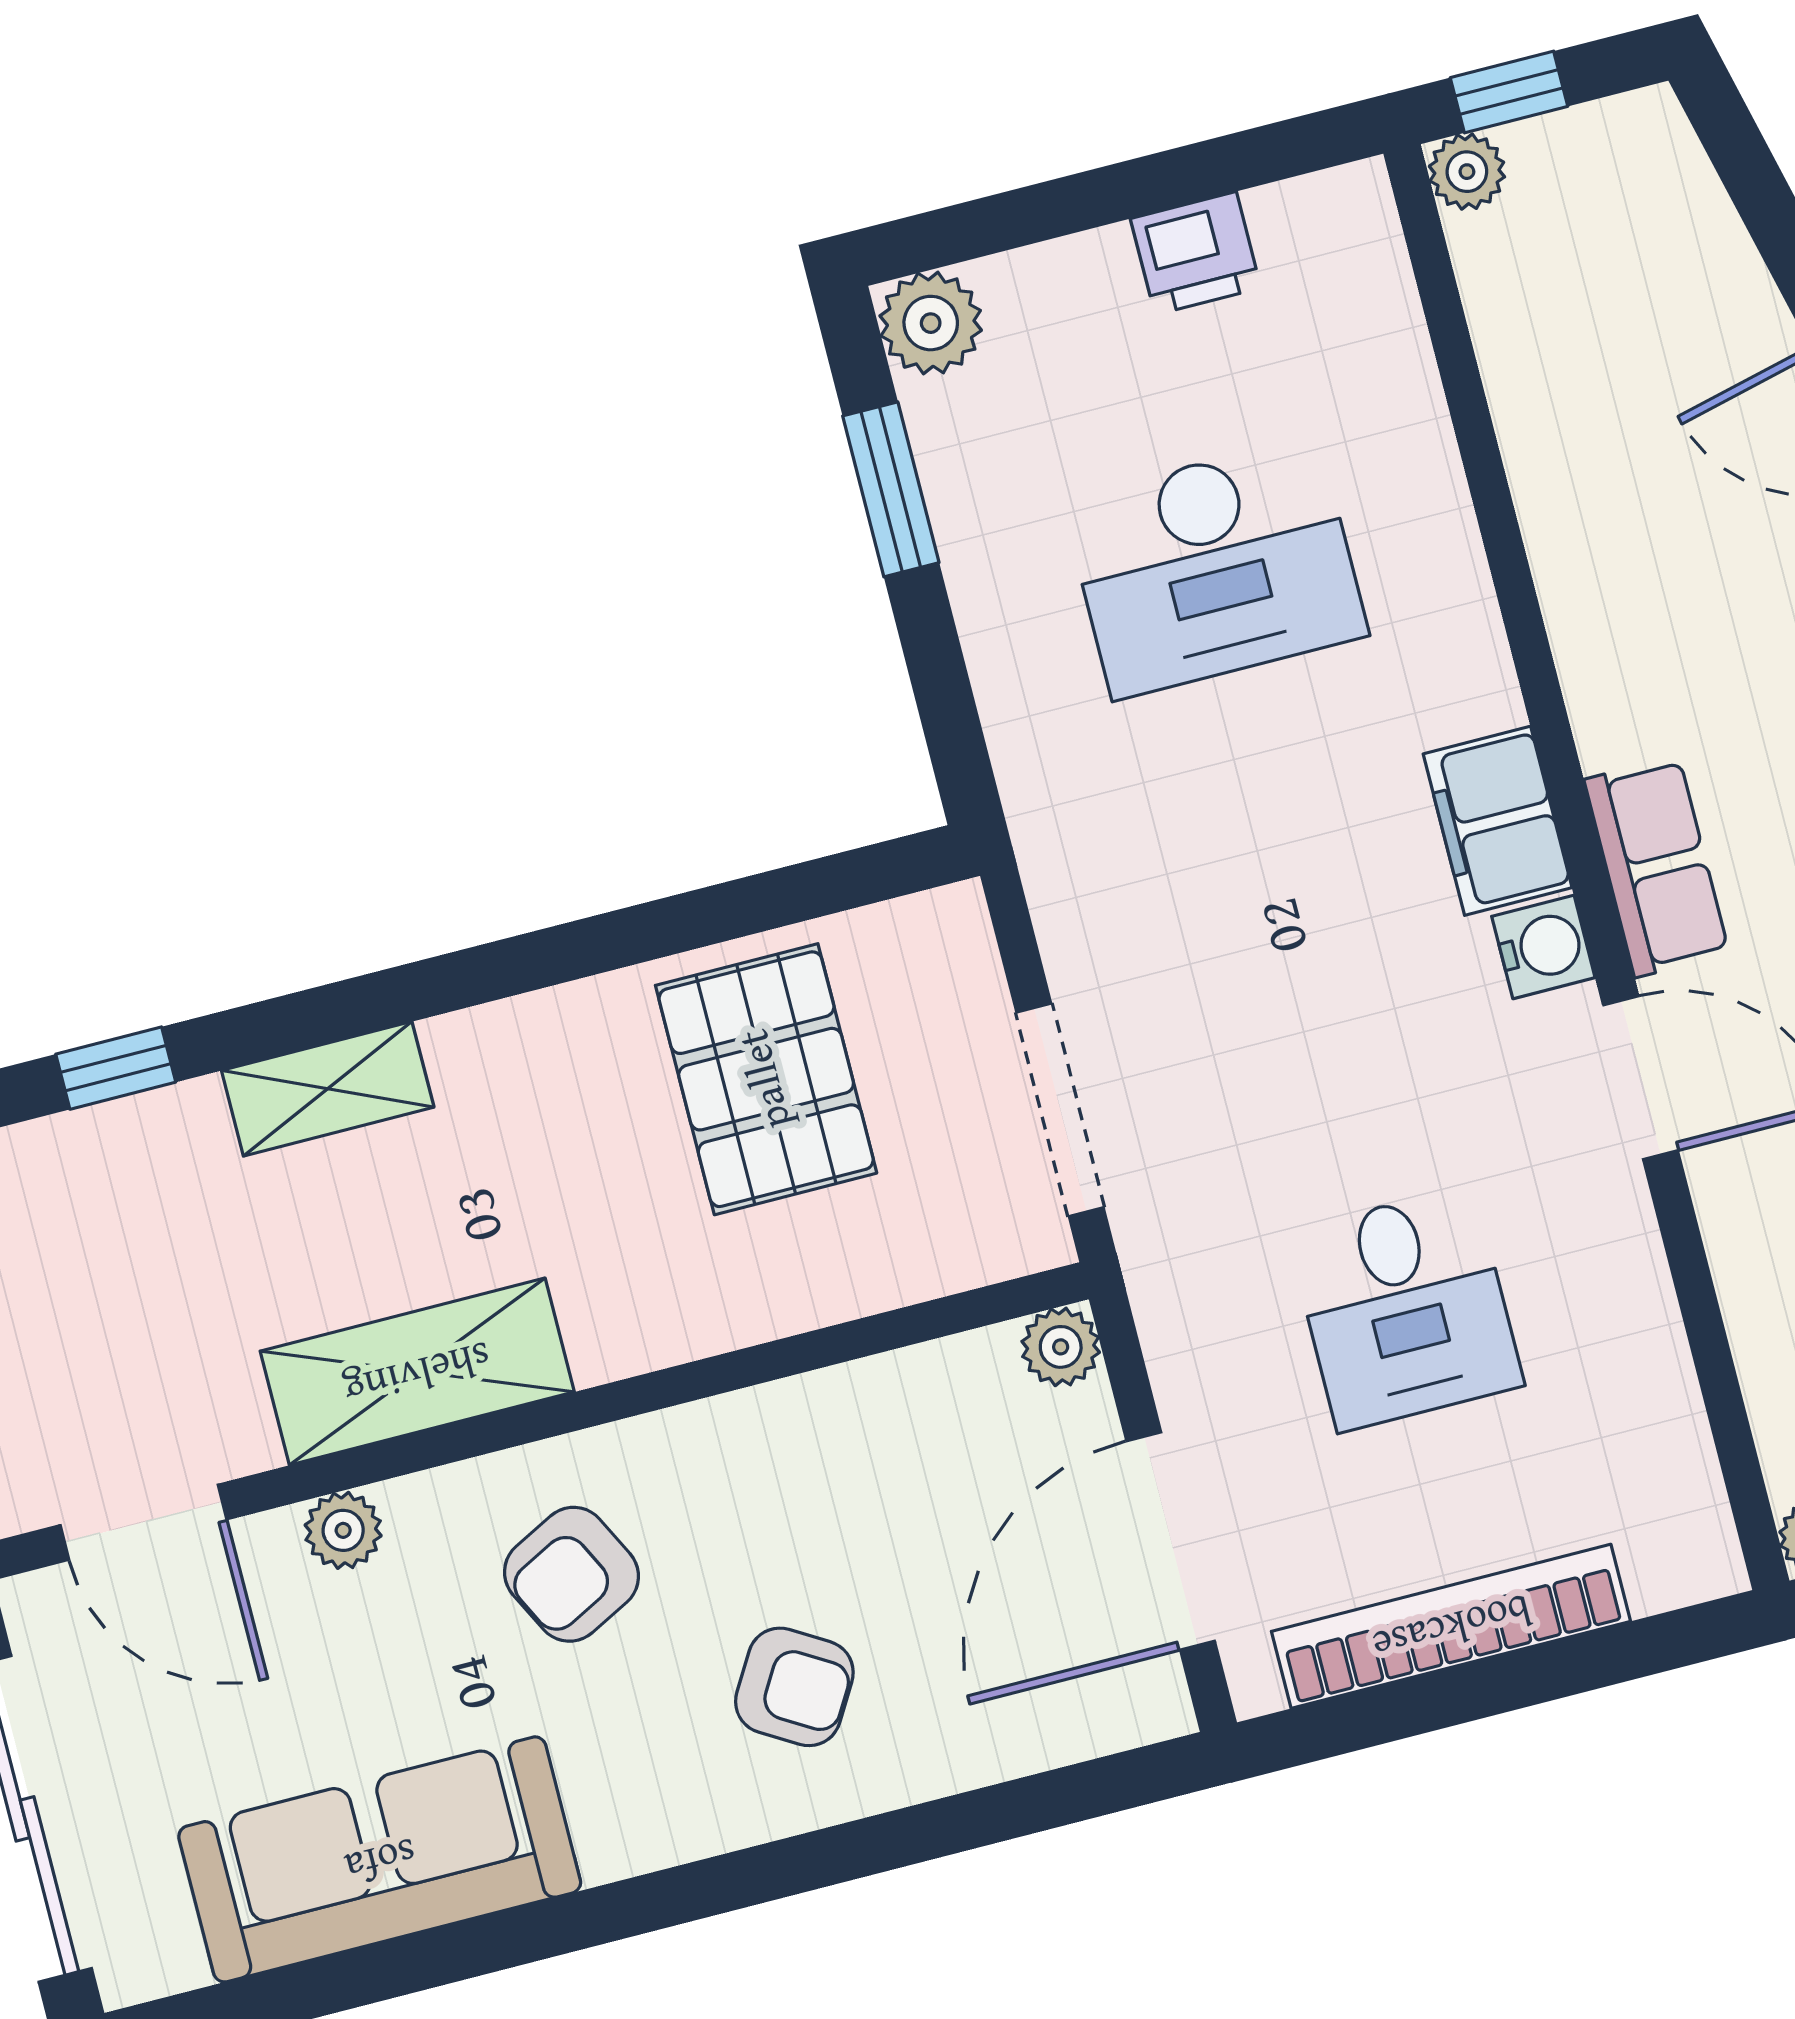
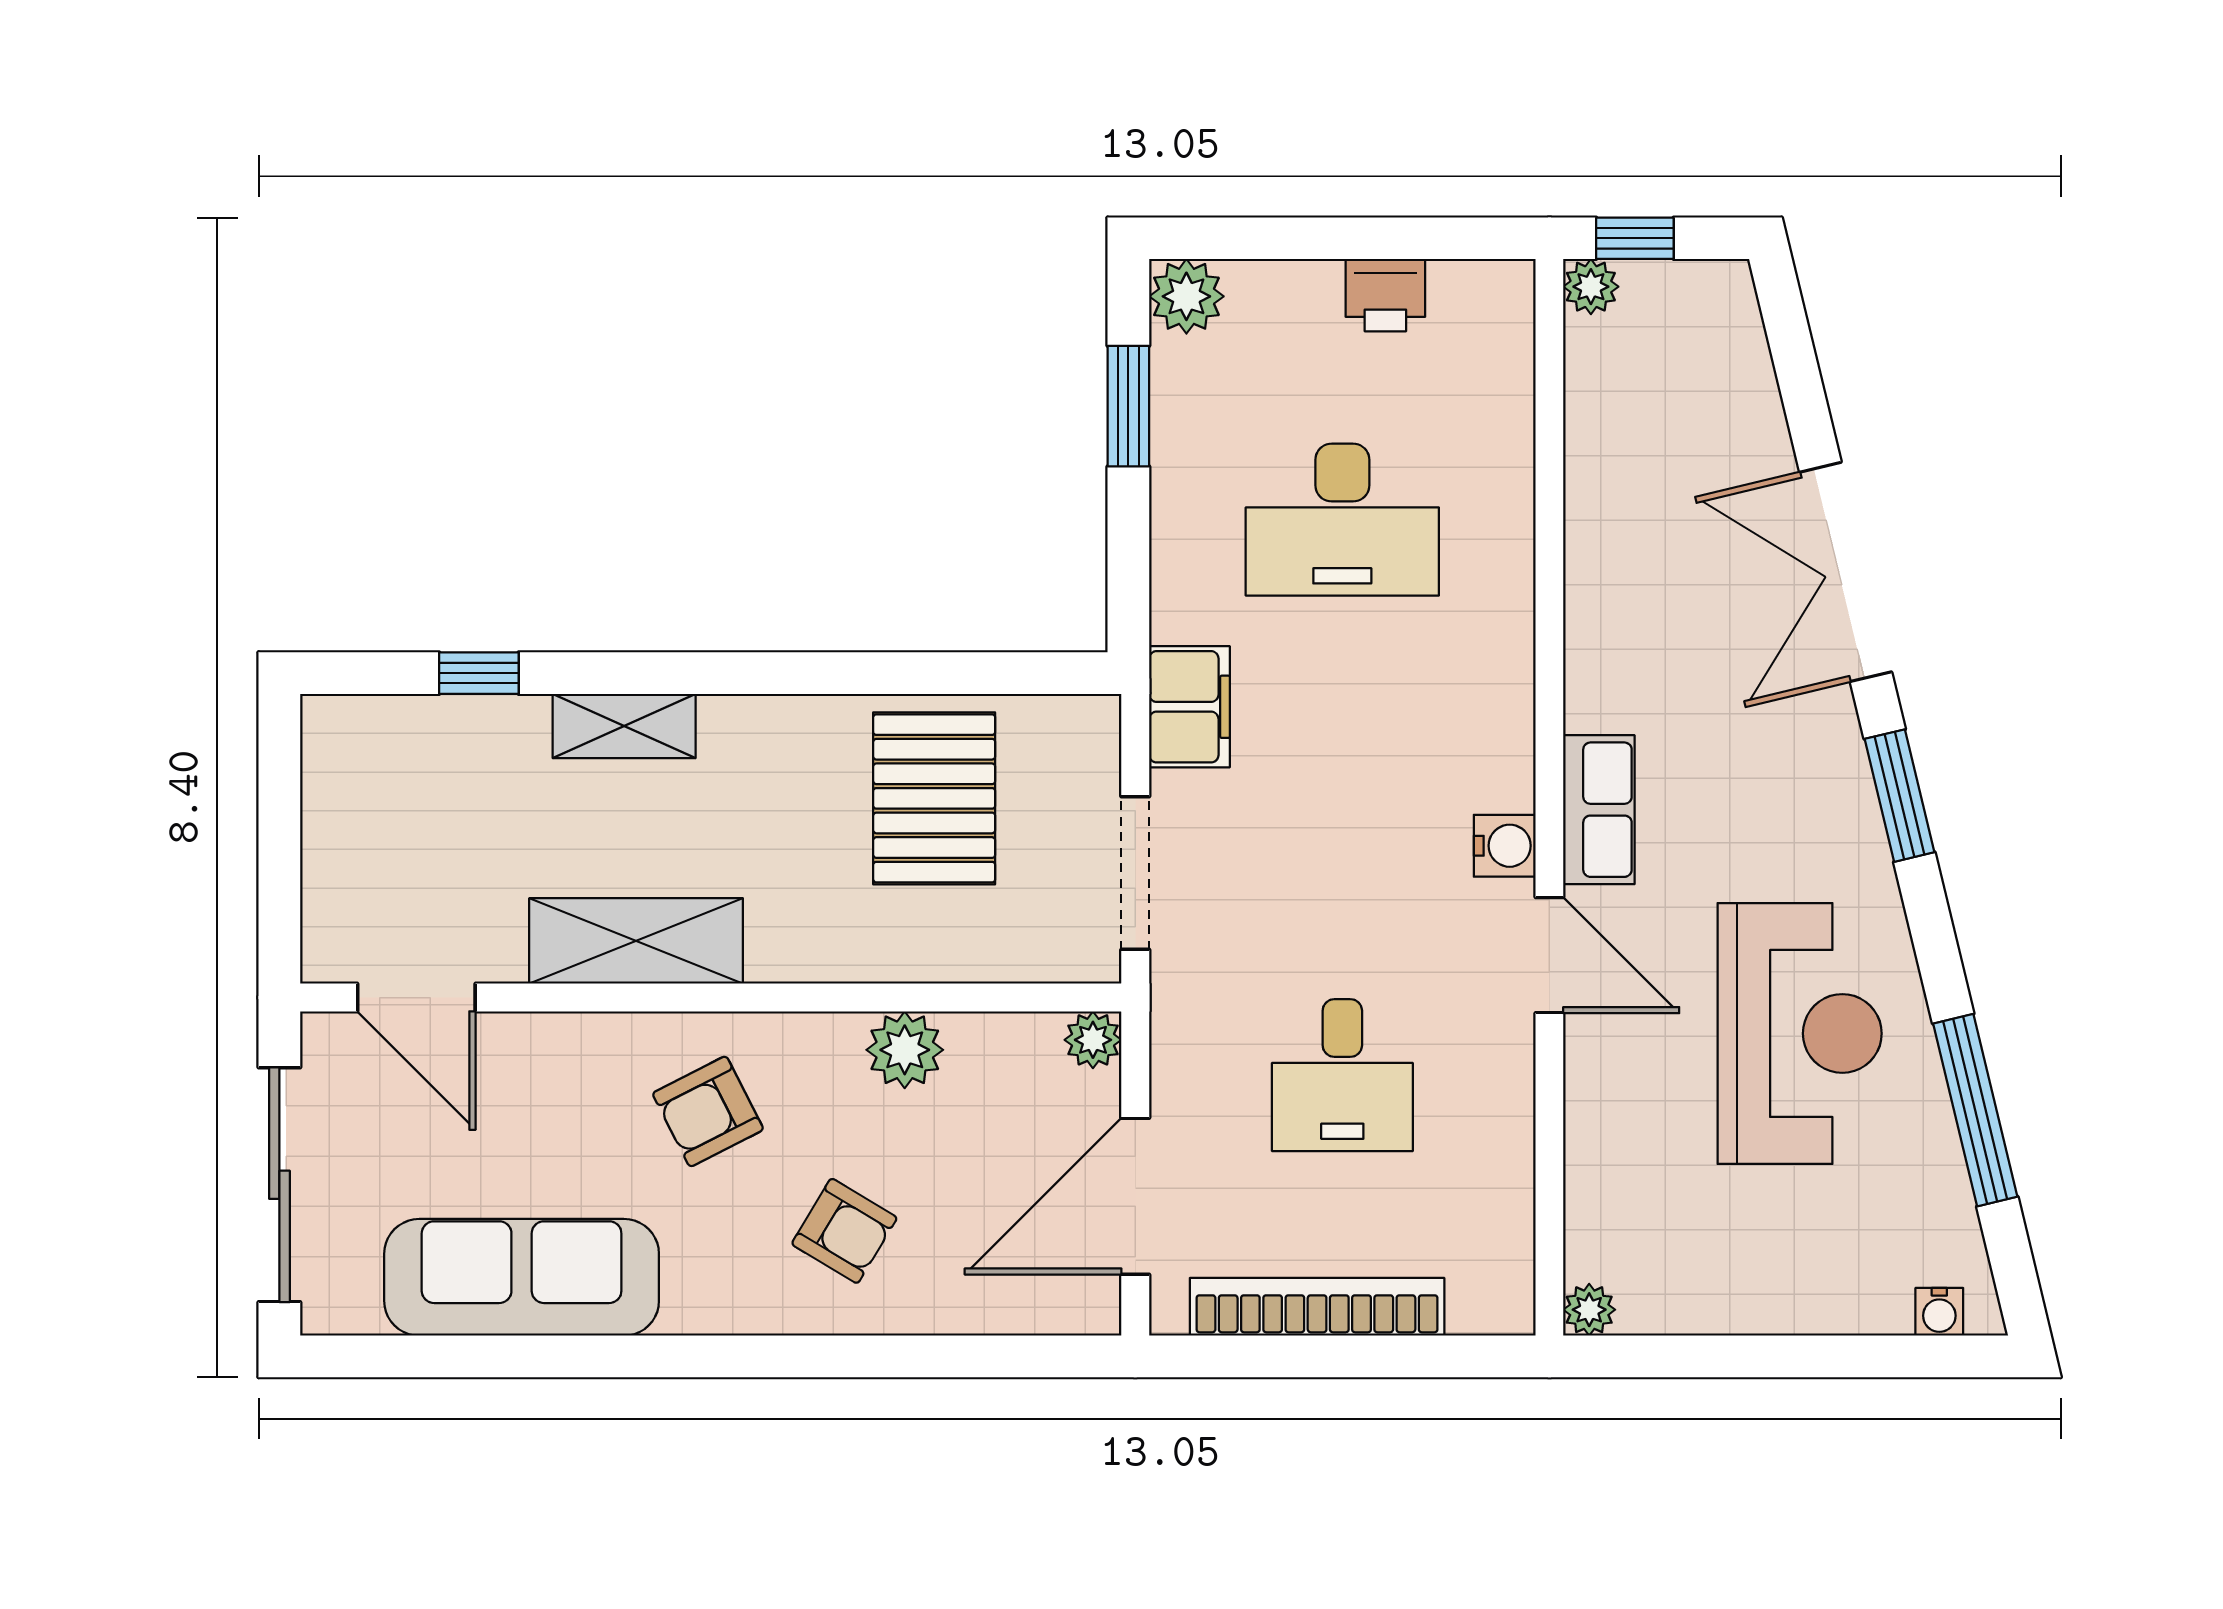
filing cabinet: (1498, 821) -> (1189, 707), moved, turned 180
plant: (343, 1530) -> (905, 1050), moved, width x1.38, depth x1.38

